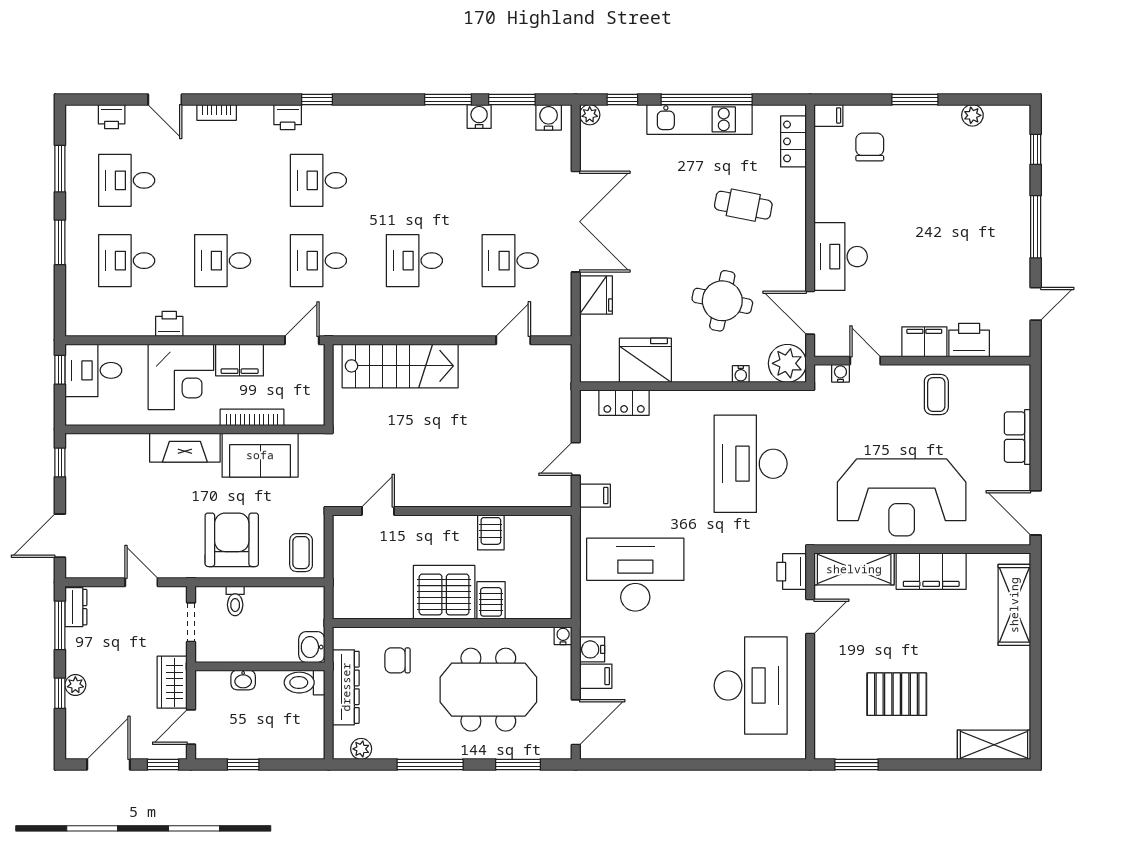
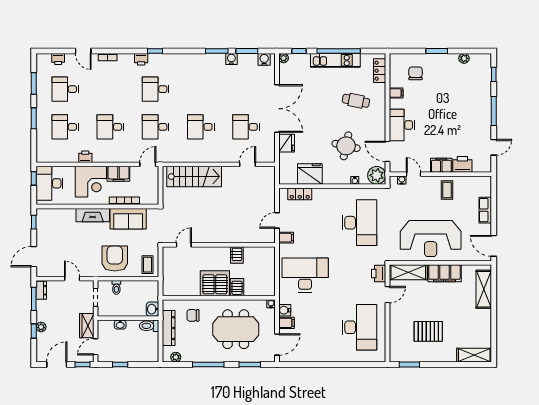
filing cabinet: (828, 115) -> (396, 93), moved
desk: (93, 370) -> (50, 183), width x1.37
desk: (751, 464) -> (359, 223), turned 180

